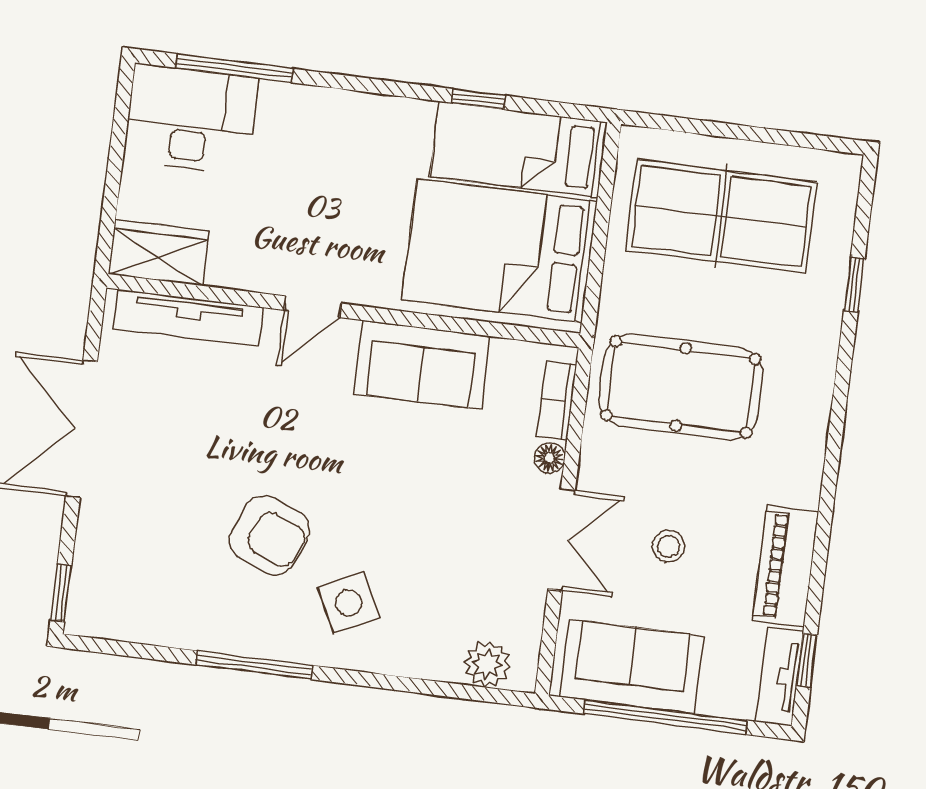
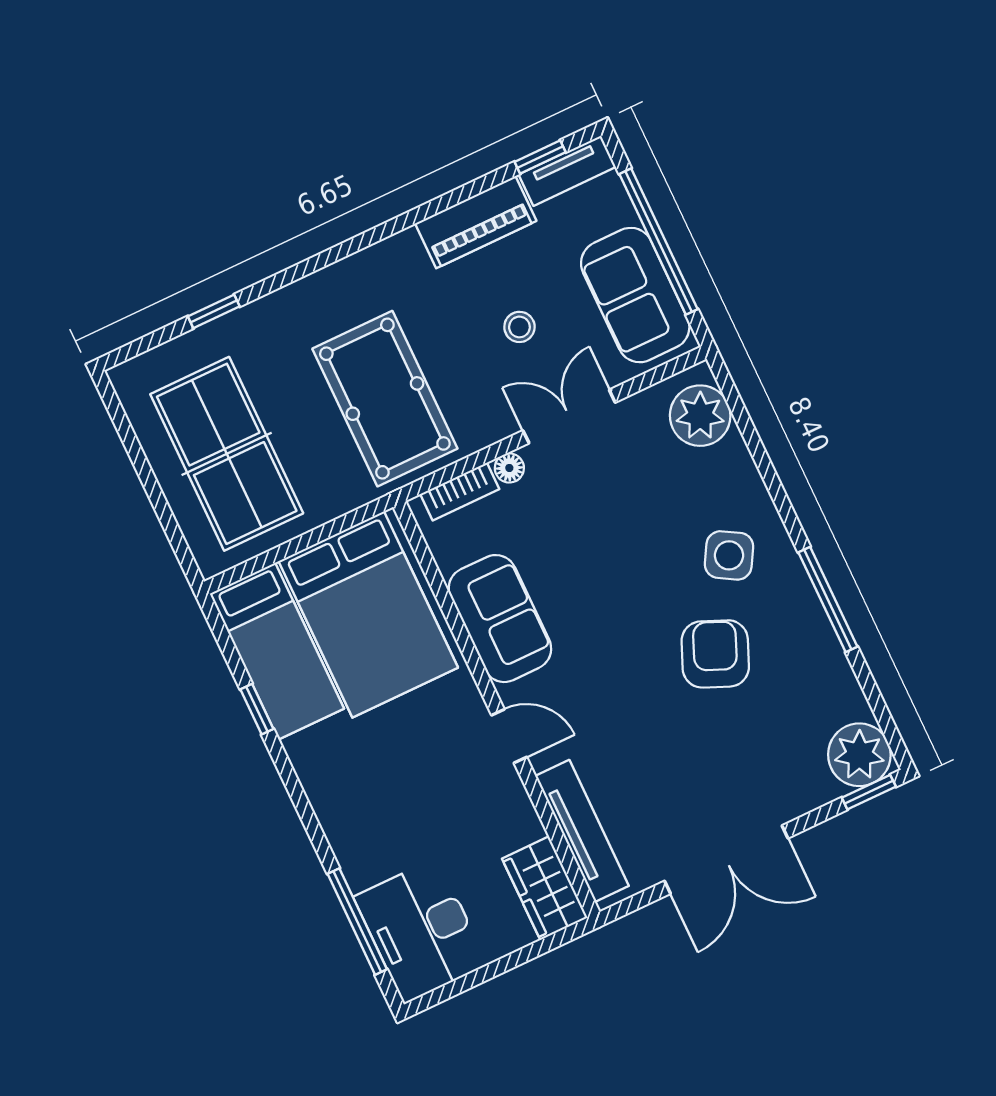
side table: (349, 603) -> (729, 555), turned -34
plant: (99, 606) -> (859, 755), added
plant: (487, 664) -> (700, 416), width x1.36, depth x1.36

